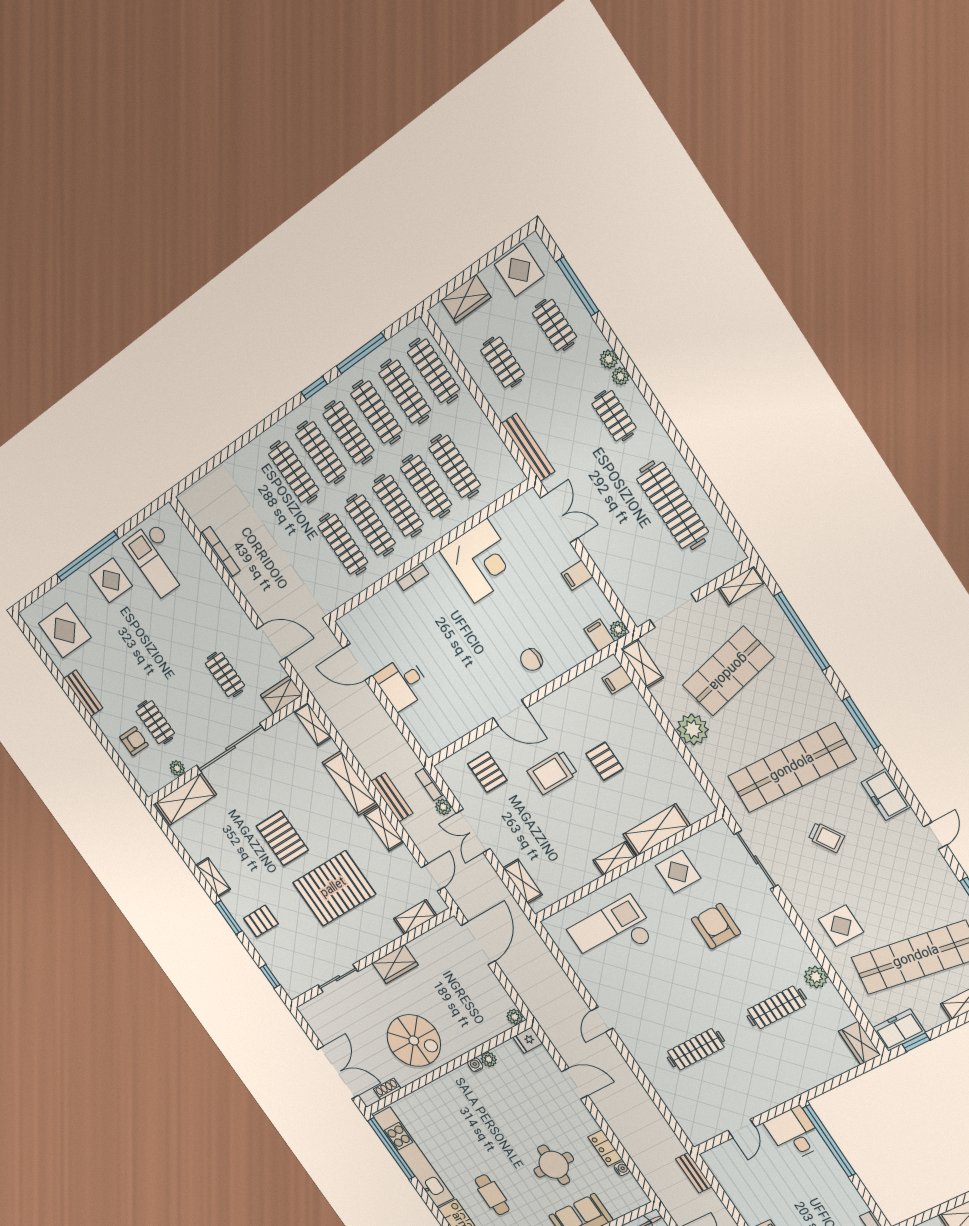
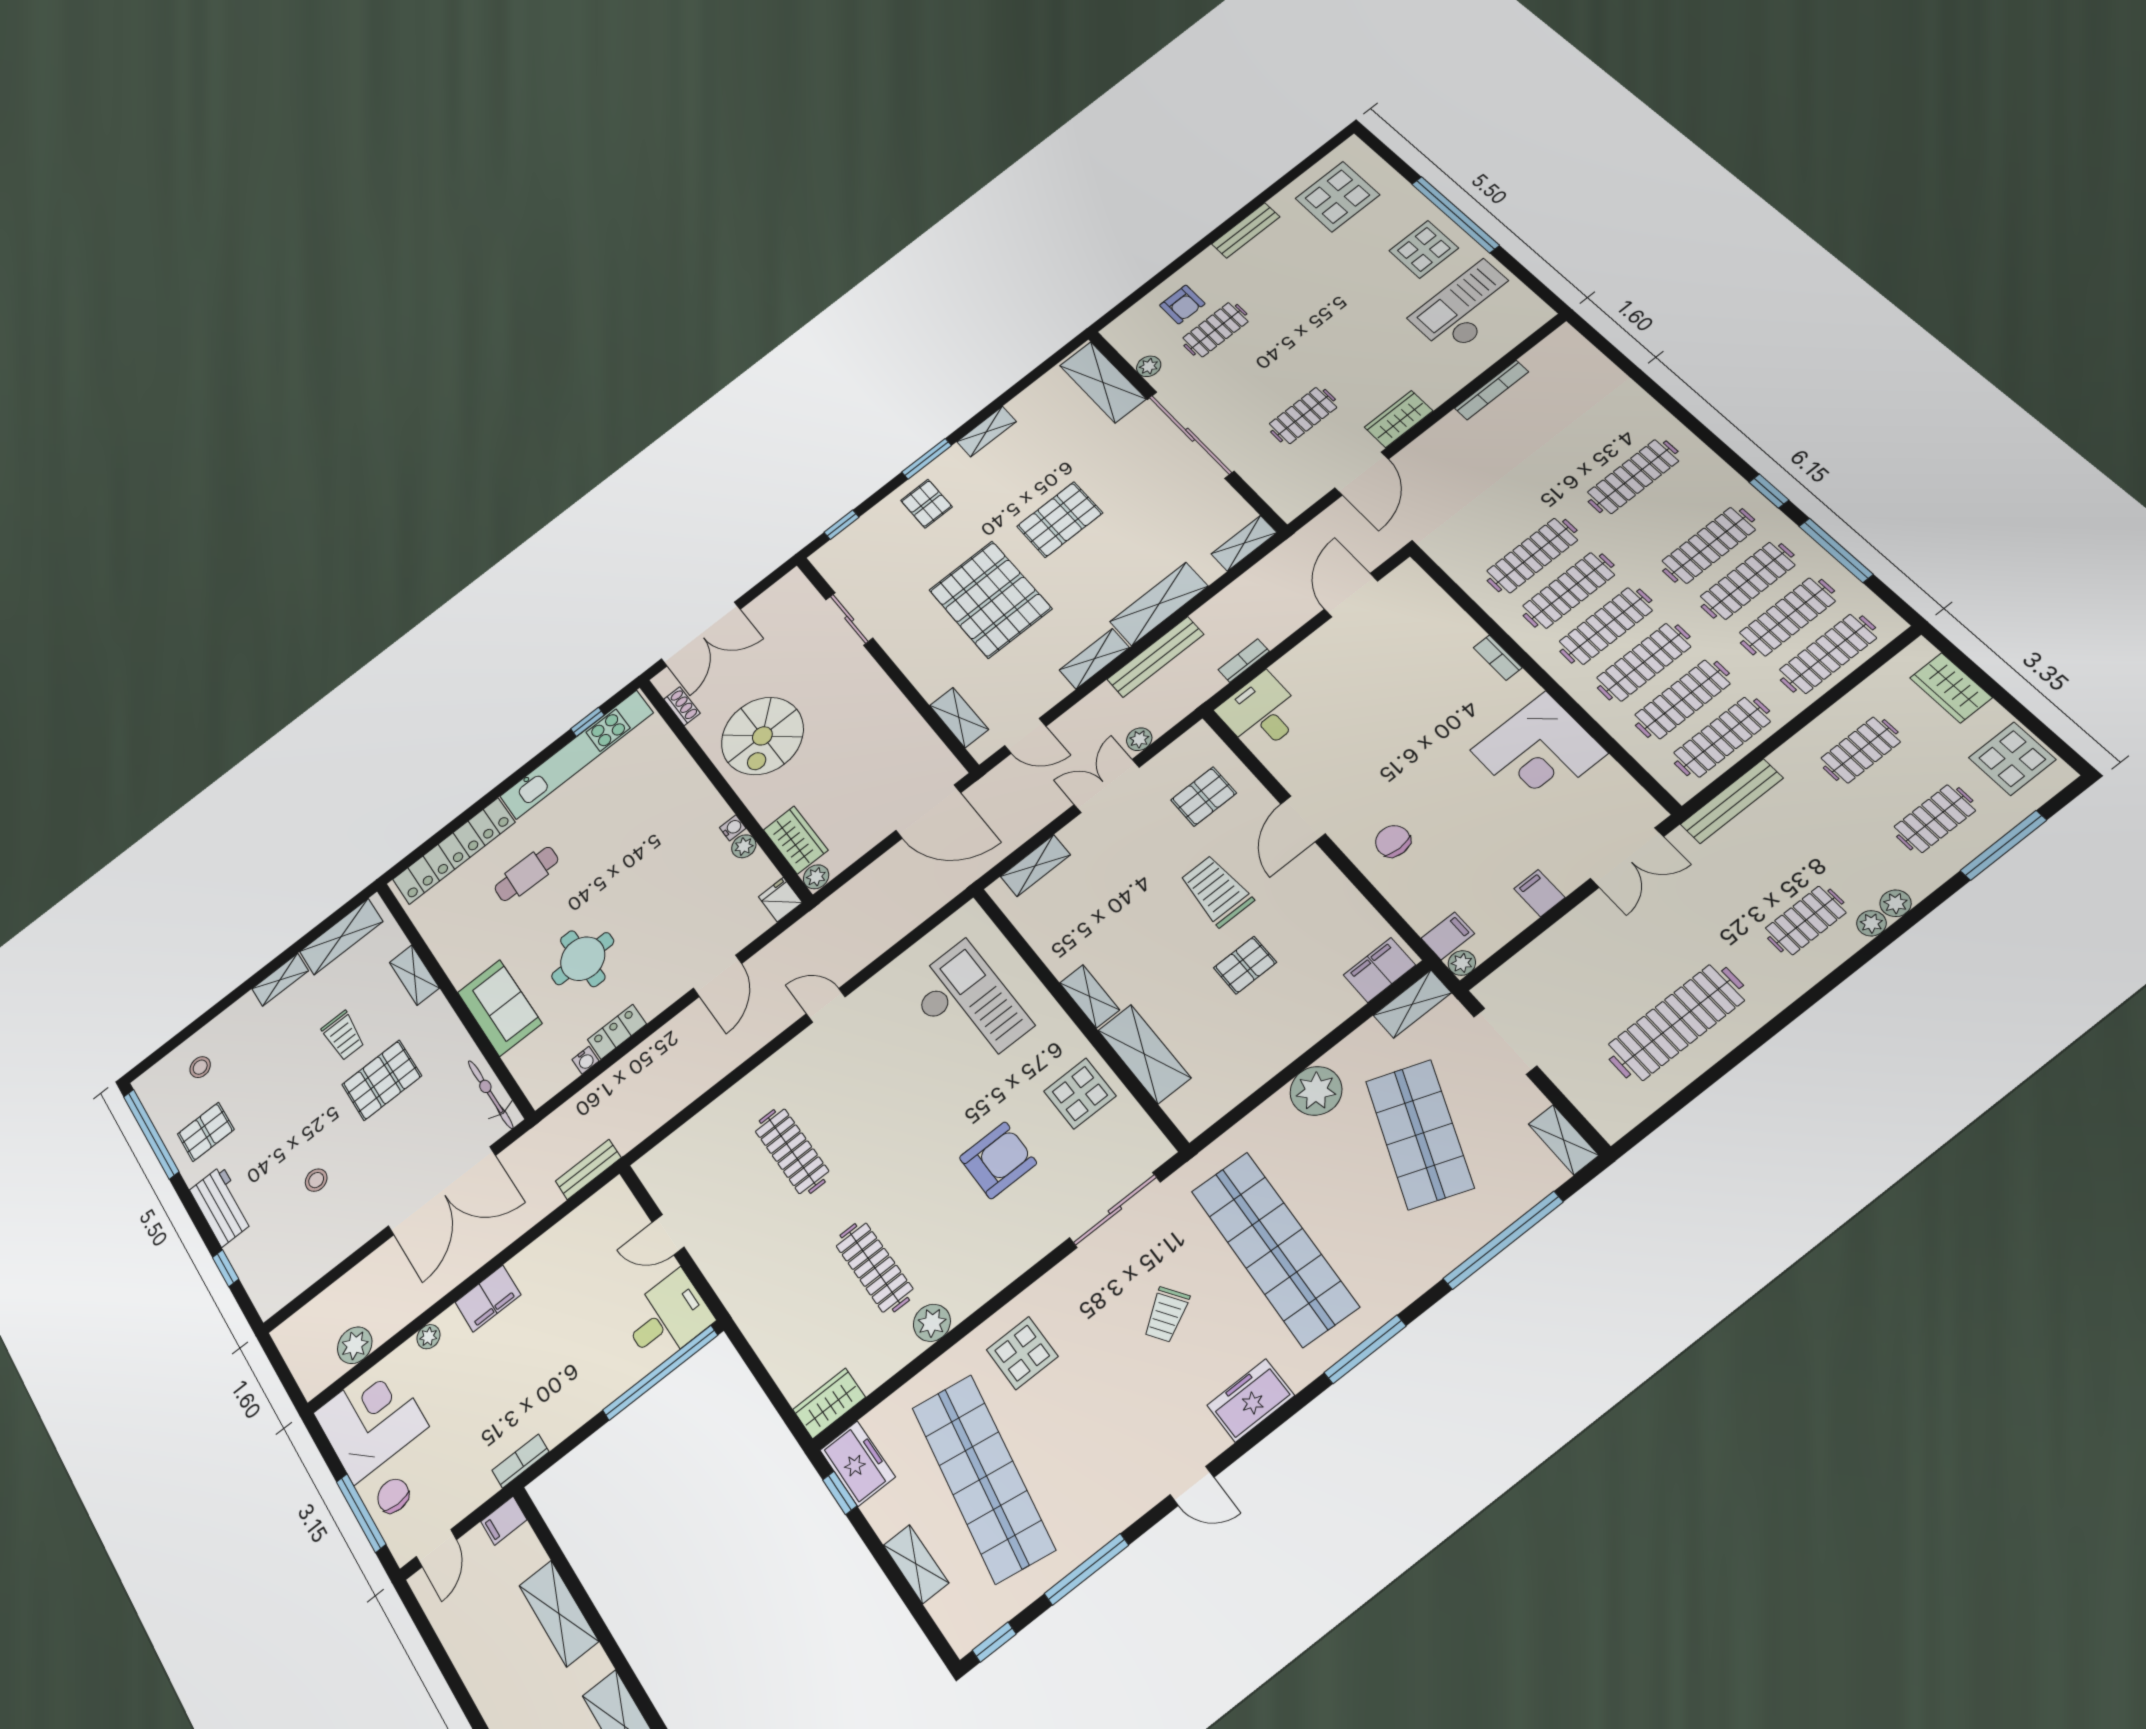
clothes rail: (321, 452) -> (1722, 737), moved
shop shelf: (728, 671) -> (1419, 1134), turned 33
filing cabinet: (617, 680) -> (1379, 970), width x2.00
desk: (402, 683) -> (1261, 713), moved
wardrobe: (281, 695) -> (1399, 419), moved, turned -90
bookcase: (429, 784) -> (1244, 661), moved
bench: (392, 797) -> (1155, 657), width x1.36
wardrobe: (395, 964) -> (796, 840), moved, turned 180
window: (391, 1149) -> (587, 722), width x0.32

